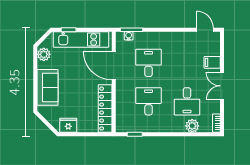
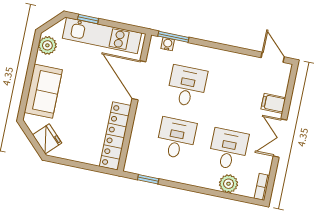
desk: (187, 101) -> (228, 149), turned 180
fridge: (68, 125) -> (47, 139), moved, turned 45

